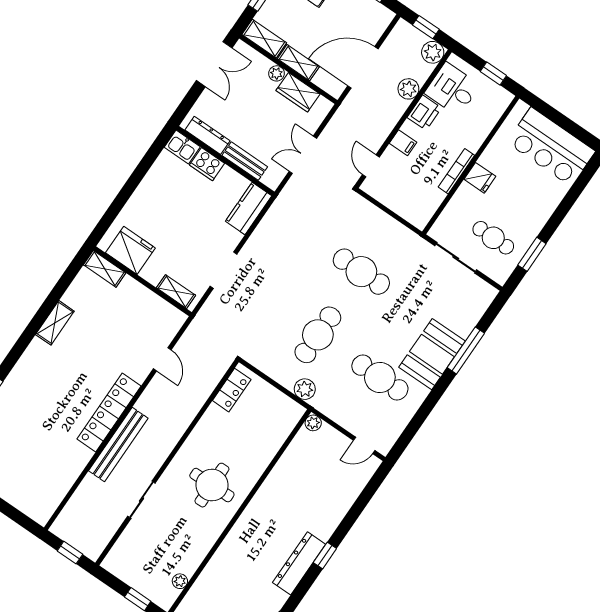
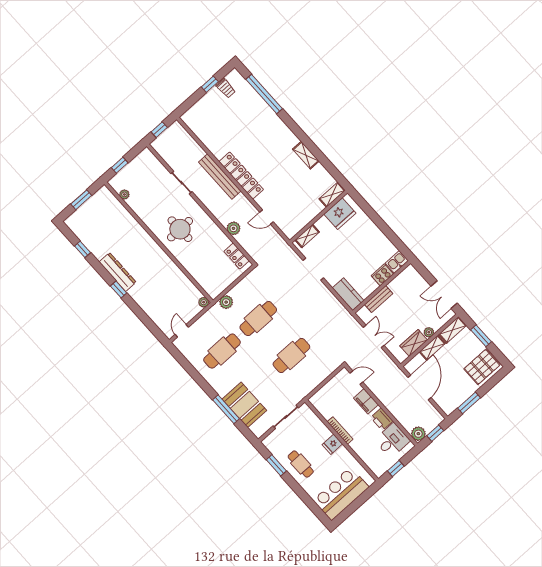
plant: (408, 89) -> (233, 228), moved
dresser: (207, 135) -> (400, 280), removed
filing cabinet: (403, 143) -> (366, 401), width x2.00
cafe table: (493, 238) -> (301, 464), moved, turned 90
cafe table: (318, 335) -> (258, 319), turned 90
booth: (432, 354) -> (244, 405), moved

